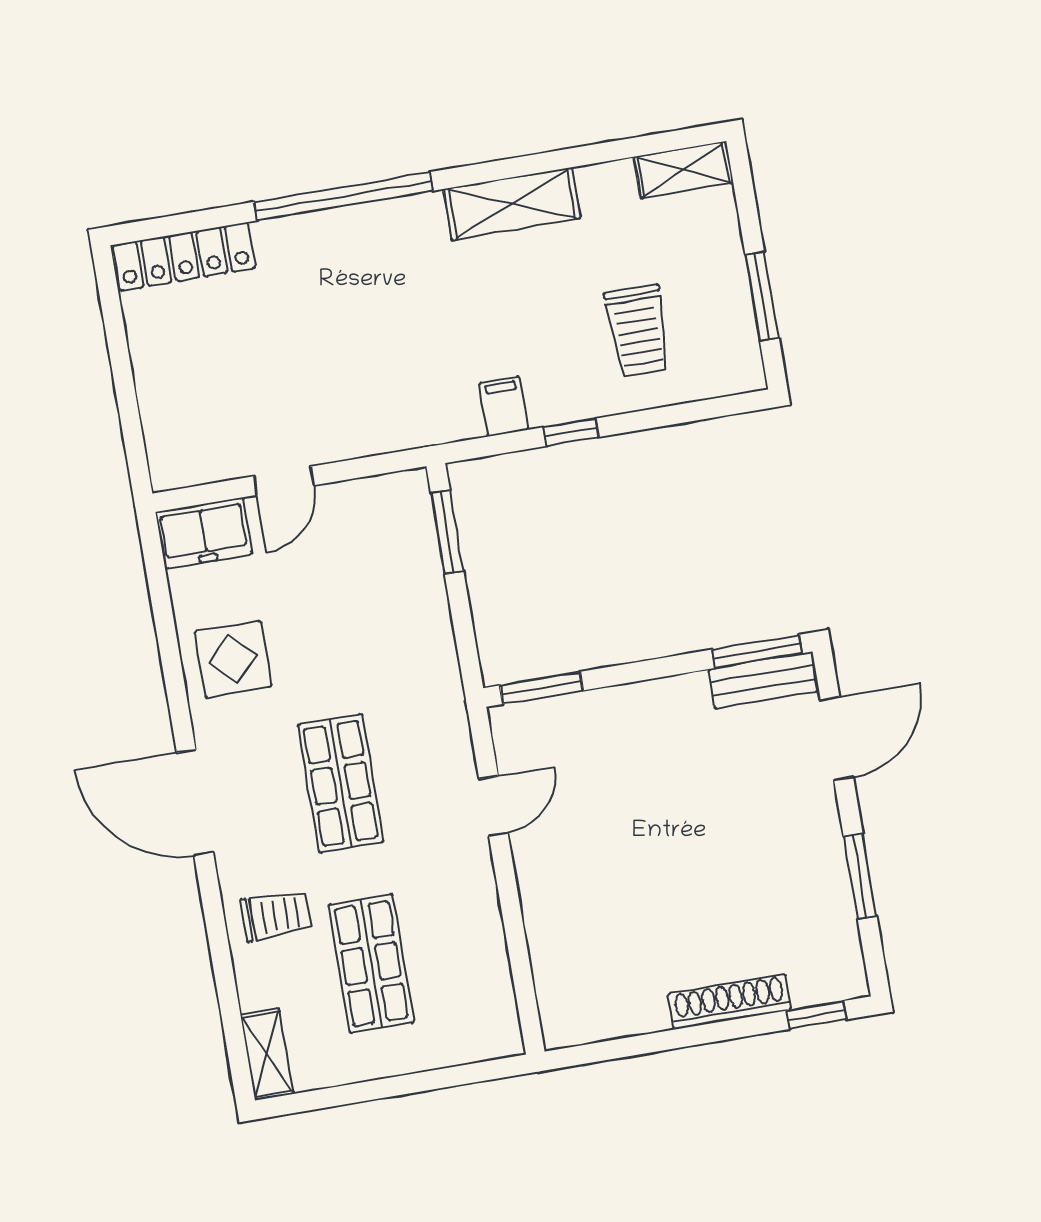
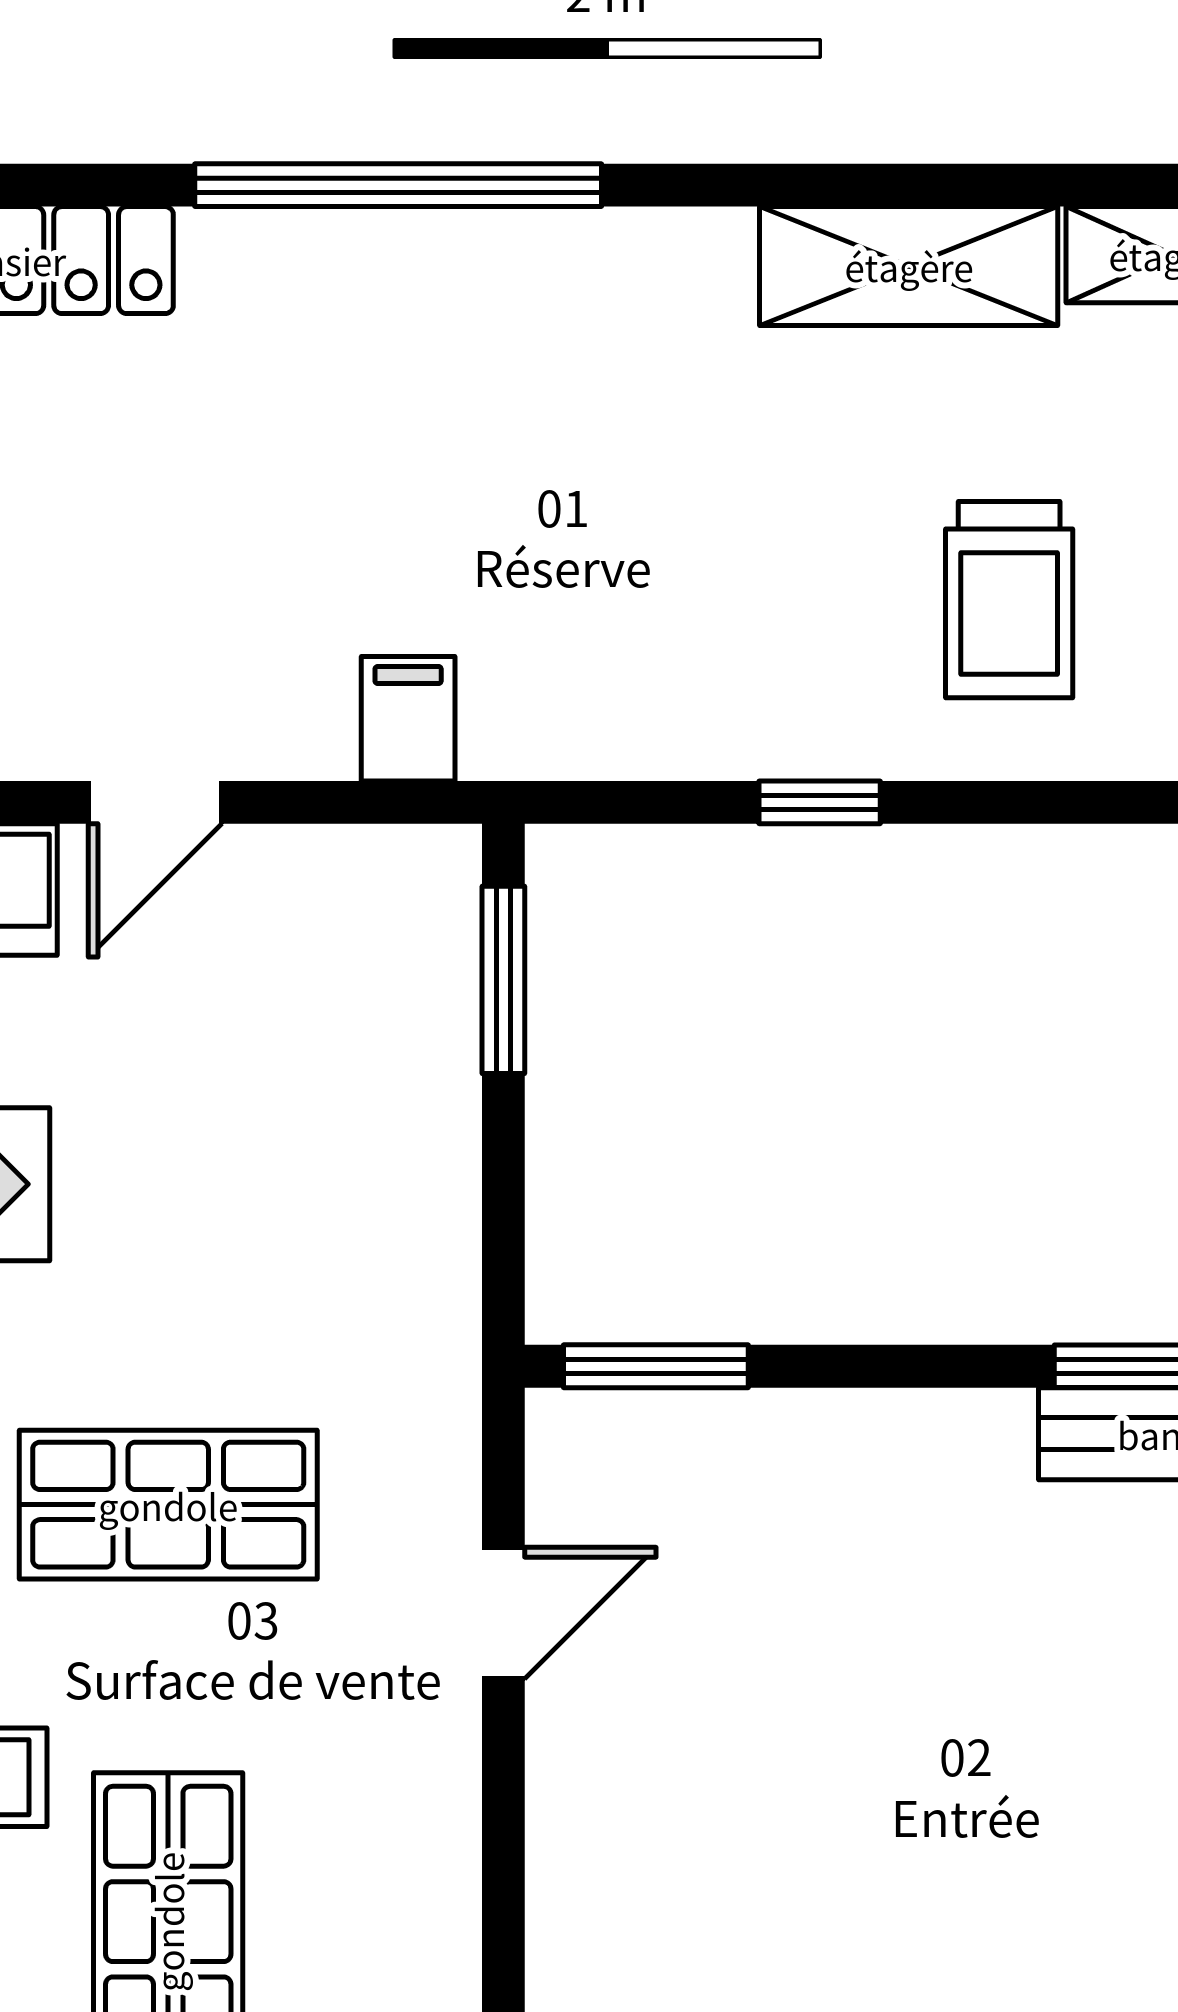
shelving: (512, 204) -> (909, 266), moved
filing cabinet: (504, 406) -> (408, 719), moved
shop shelf: (341, 783) -> (168, 1505), turned 90

